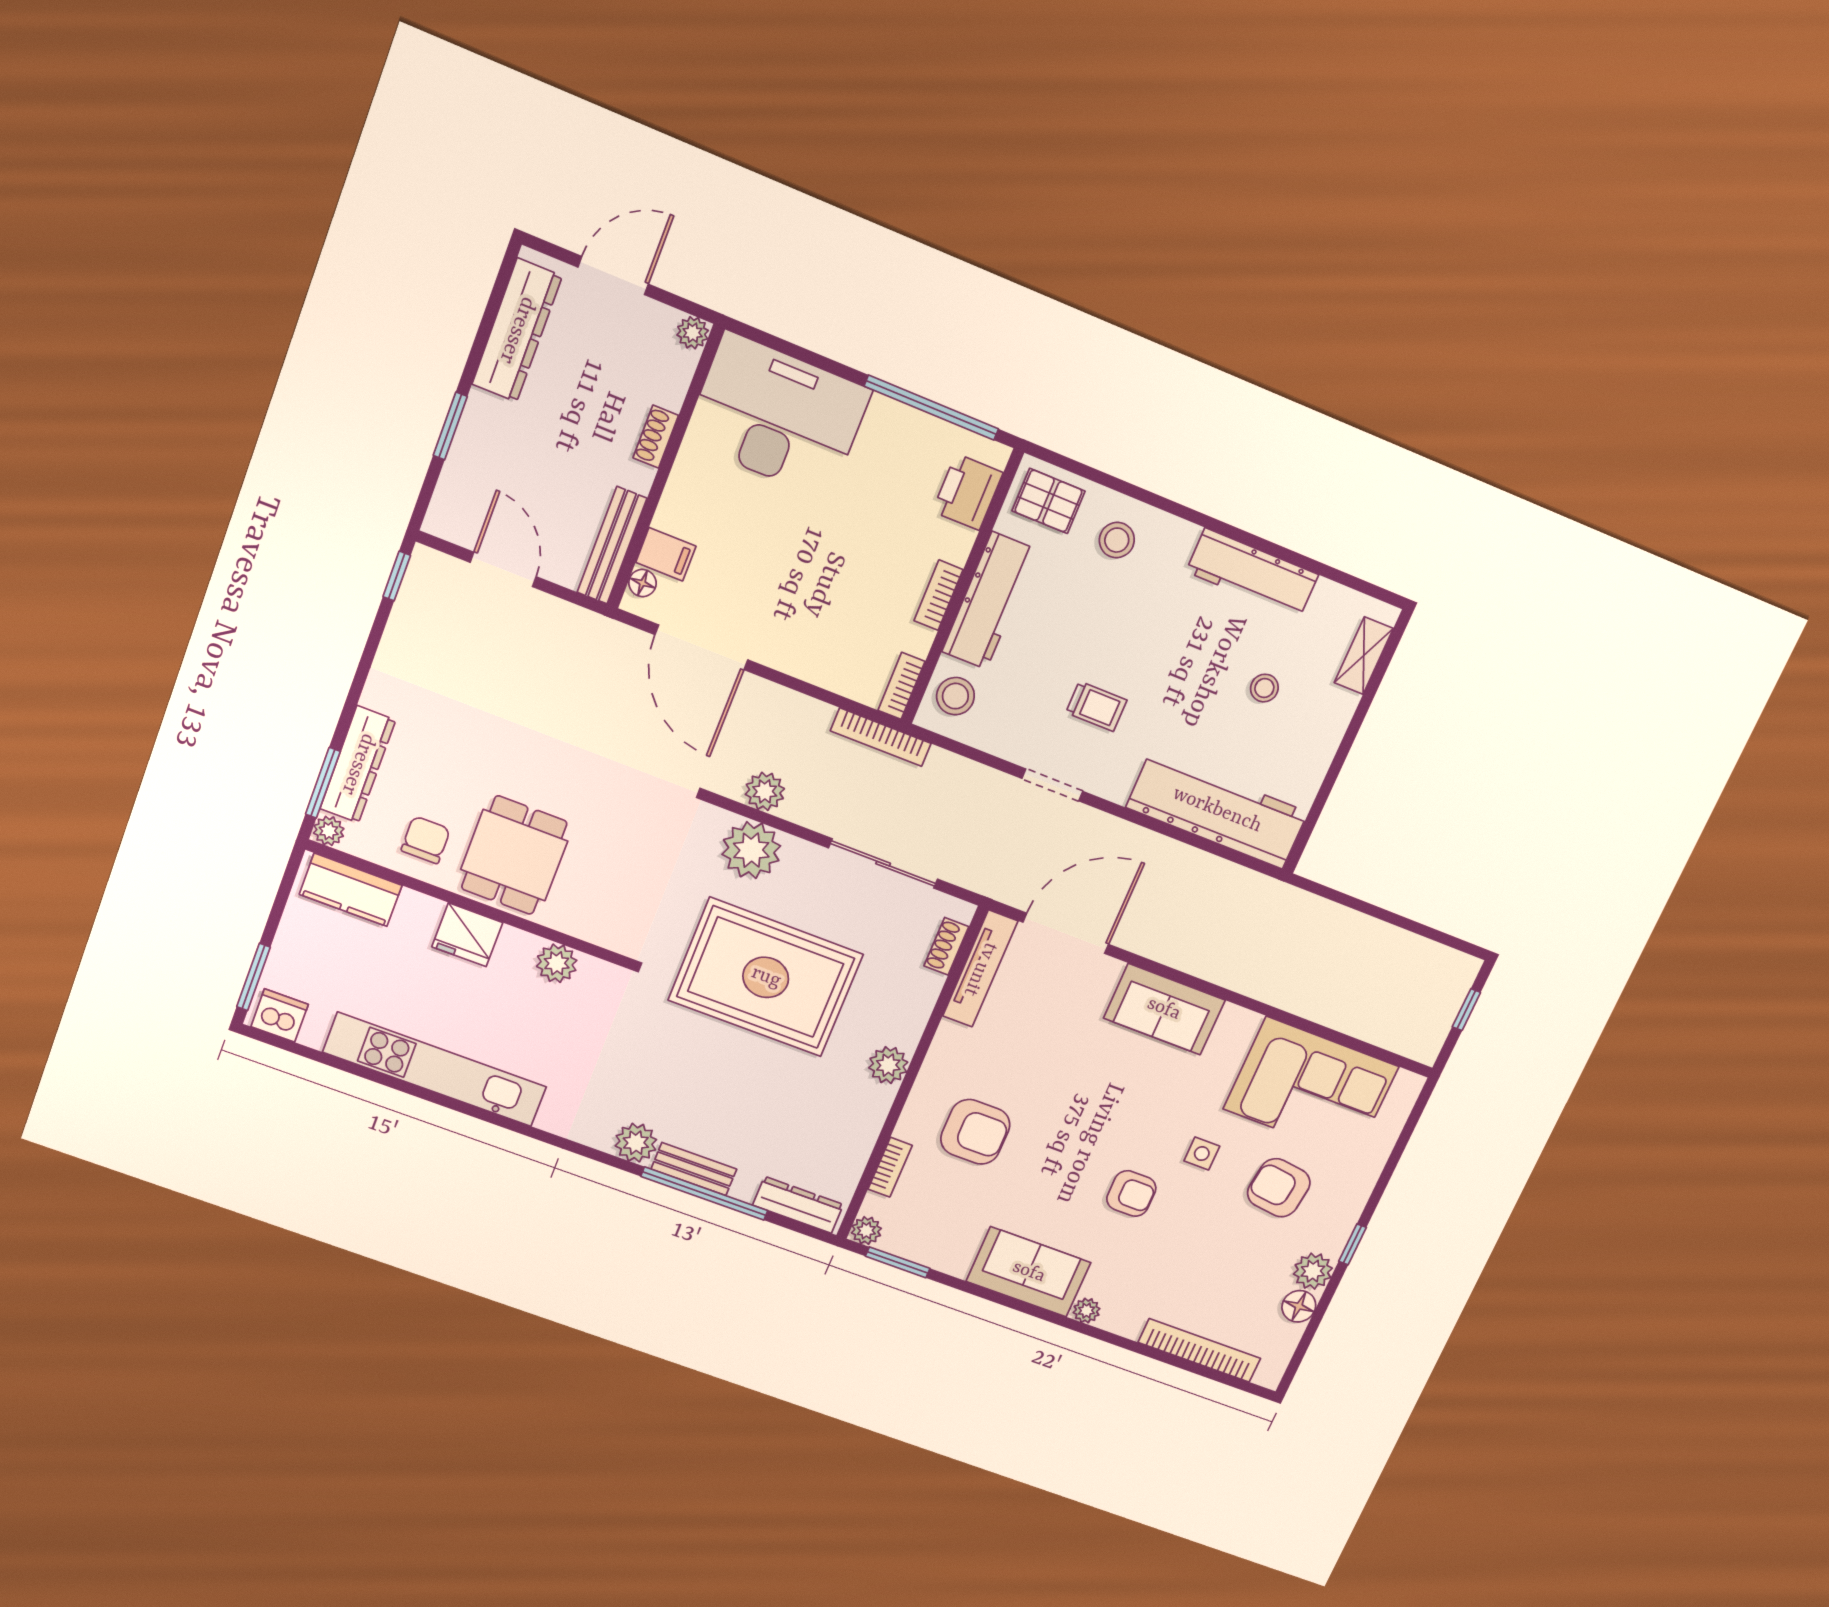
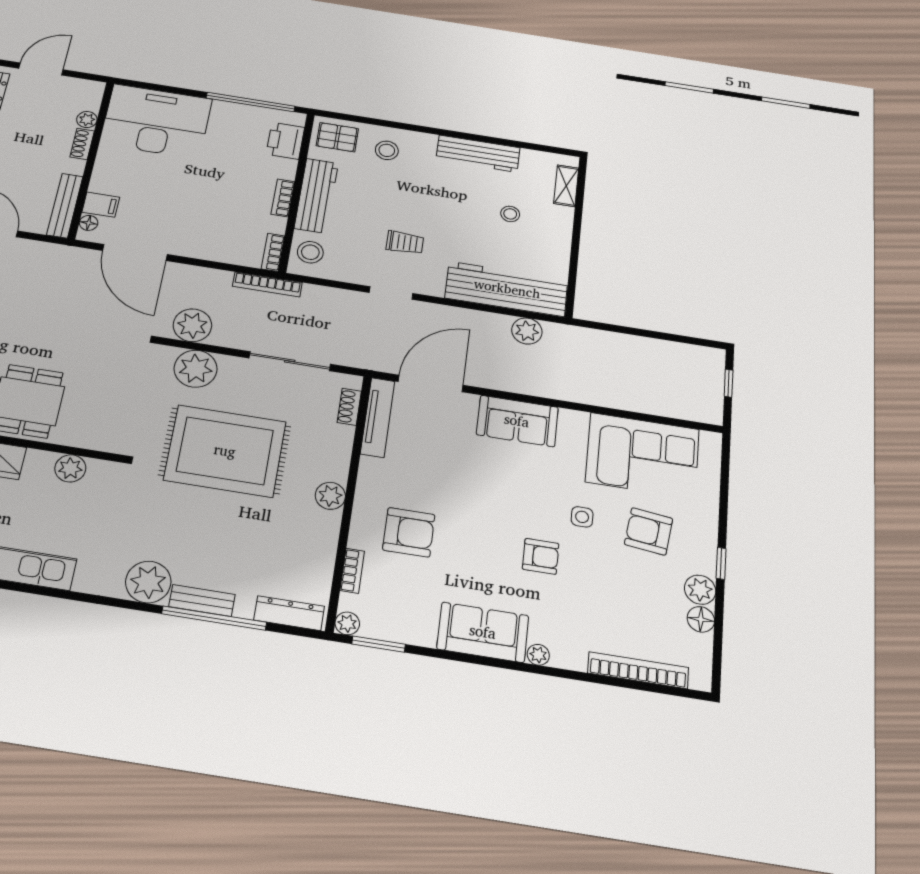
plant: (693, 333) -> (87, 120), moved
plant: (765, 791) -> (192, 325), width x1.36, depth x1.36
plant: (1223, 881) -> (527, 331), added
plant: (636, 1143) -> (148, 582), width x1.36, depth x1.36

